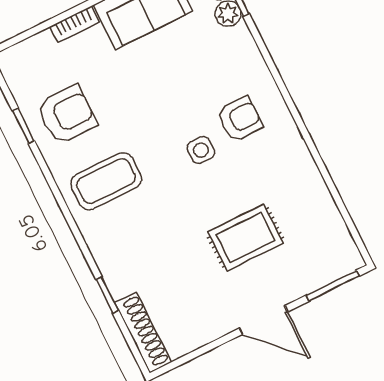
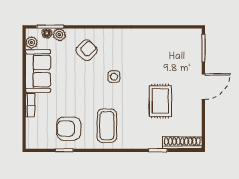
armchair: (67, 115) -> (69, 129), turned -90
armchair: (240, 119) -> (87, 50), moved, turned 46
rug: (245, 237) -> (160, 101), moved

